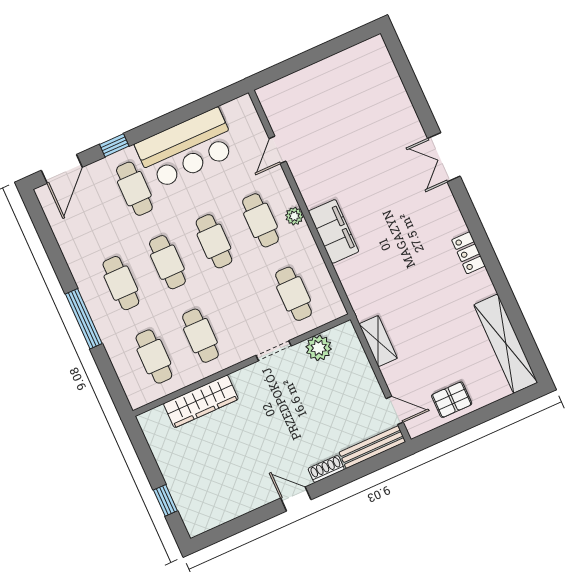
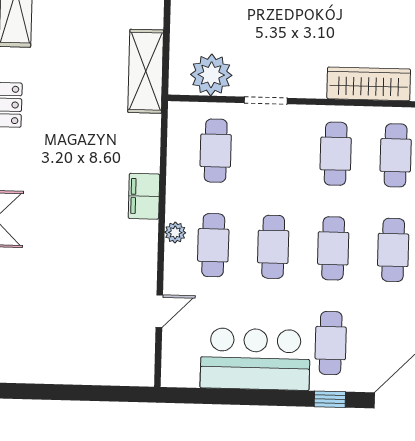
filing cabinet: (334, 231) -> (144, 196), width x0.67, depth x0.86
shelving: (378, 341) -> (146, 71), width x1.50, depth x1.33
plant: (319, 348) -> (211, 75), width x1.36, depth x1.36

